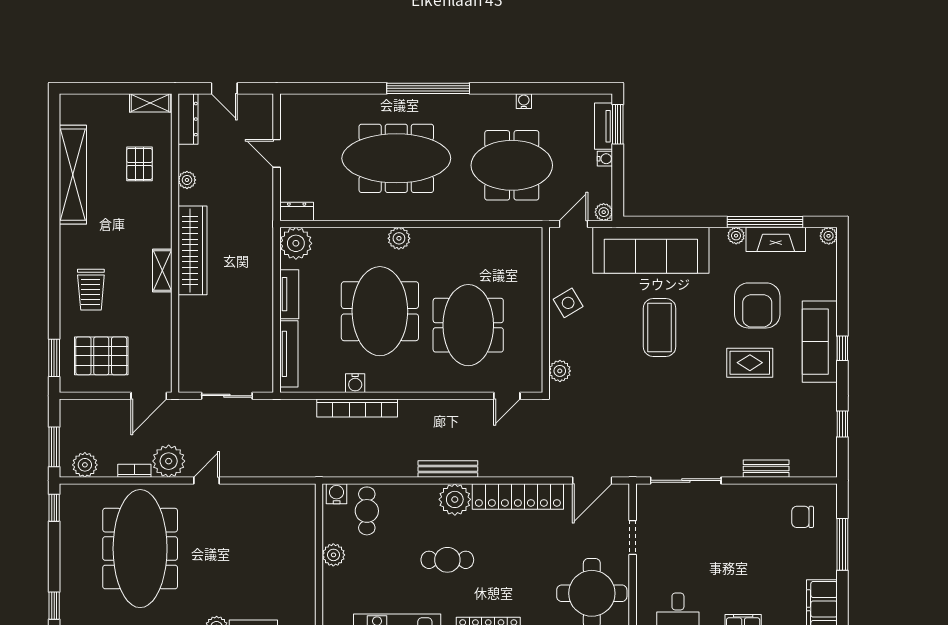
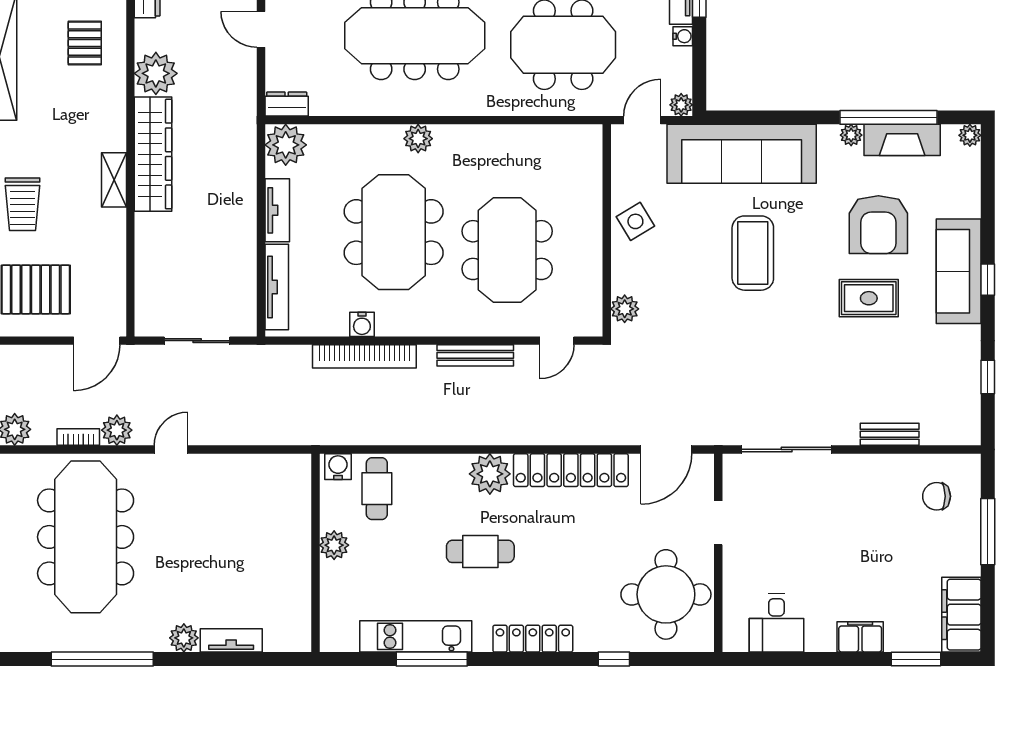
plant: (187, 180) -> (156, 73), width x1.87, depth x1.87
plant: (169, 461) -> (117, 430), width x0.73, depth x0.73
bench: (448, 469) -> (475, 355), moved

